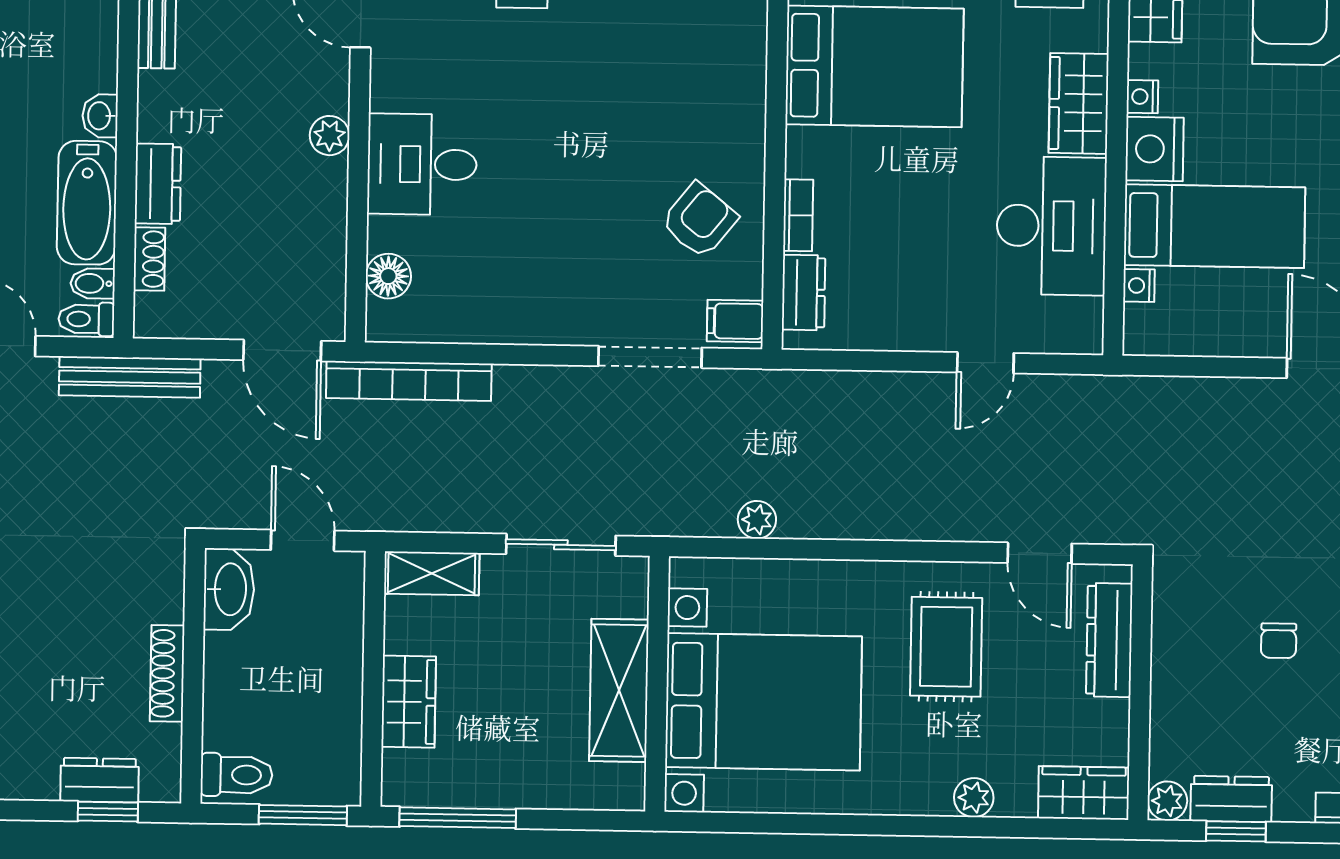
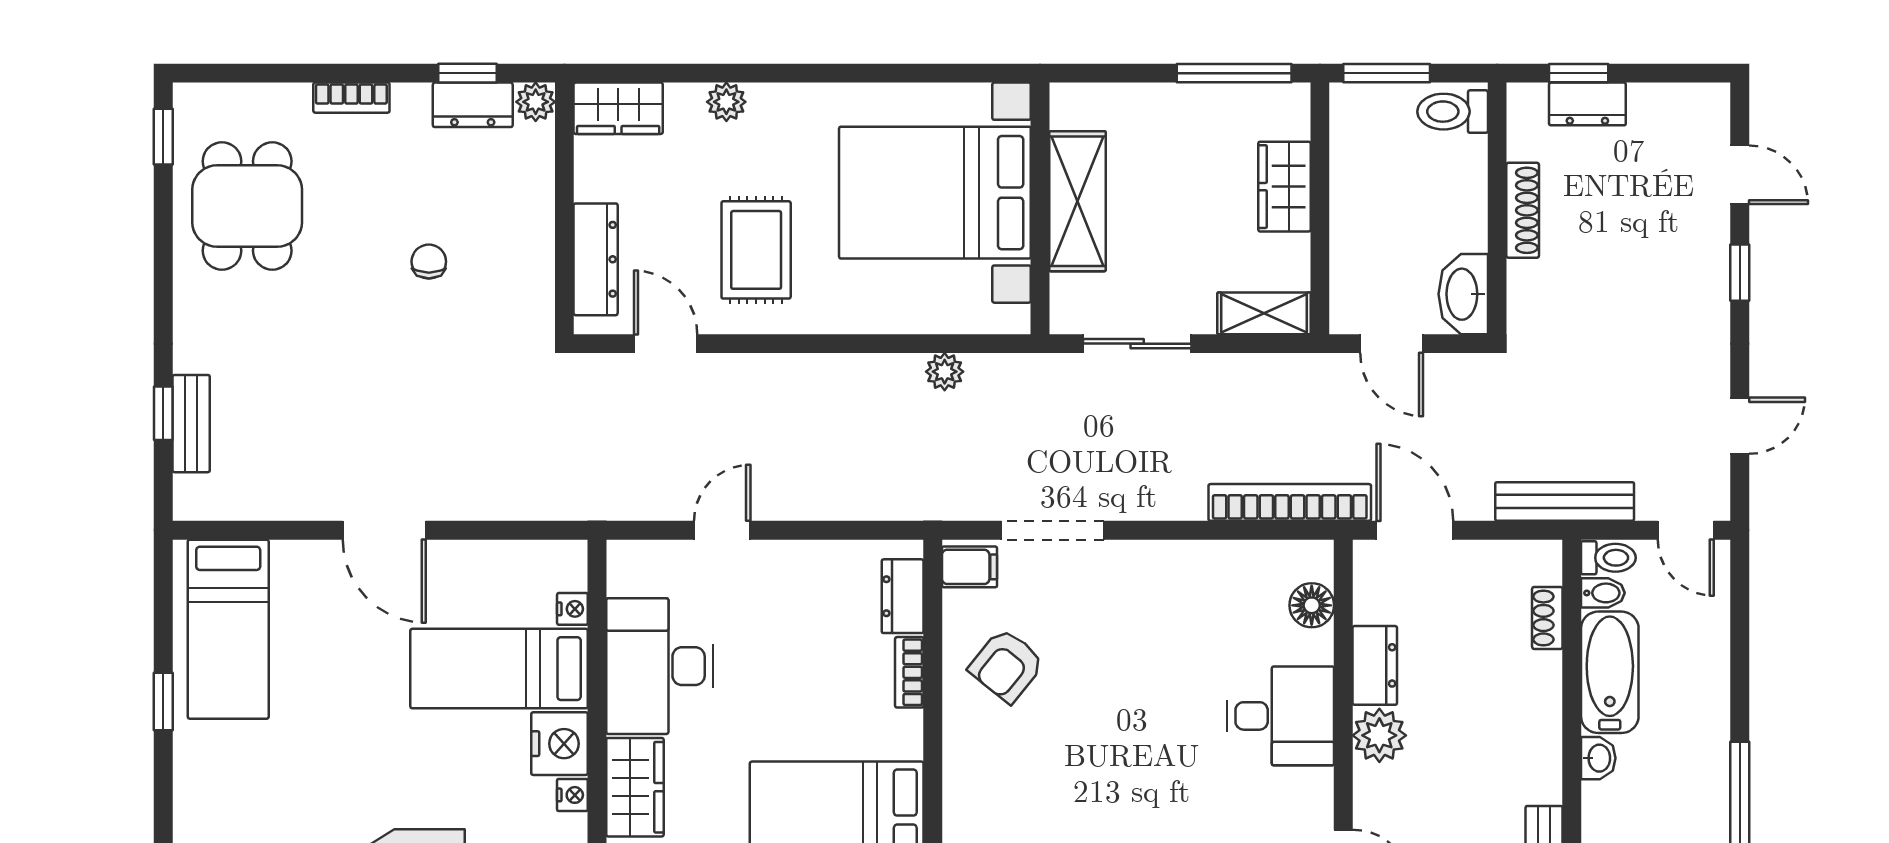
plant: (330, 136) -> (1379, 735), width x1.38, depth x1.38
dresser: (158, 184) -> (1375, 665), moved, turned 180

